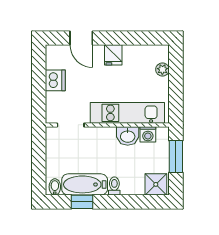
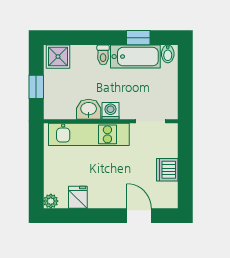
fridge: (113, 55) -> (78, 197), moved
plant: (162, 70) -> (51, 201), moved
washing machine: (148, 134) -> (110, 111), moved
window: (176, 157) -> (36, 87), width x0.67

